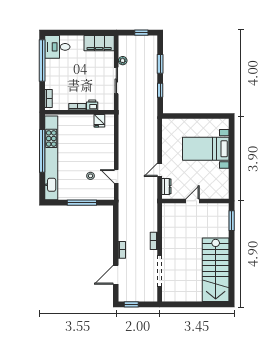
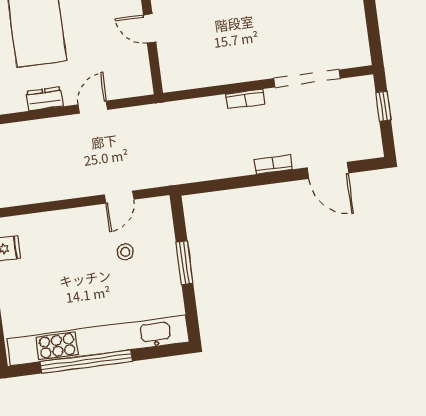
door: (160, 170) -> (93, 107), swing flipped
dresser: (166, 186) -> (45, 99), moved
window: (82, 203) -> (184, 263), width x0.69
window: (131, 304) -> (383, 106), moved

